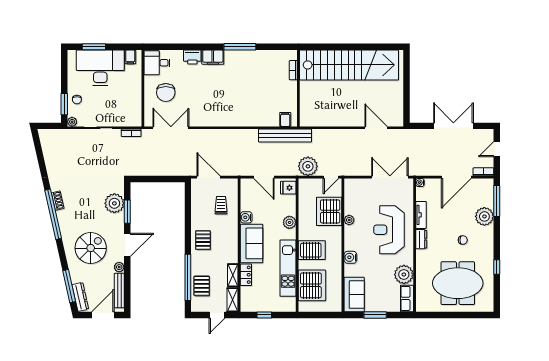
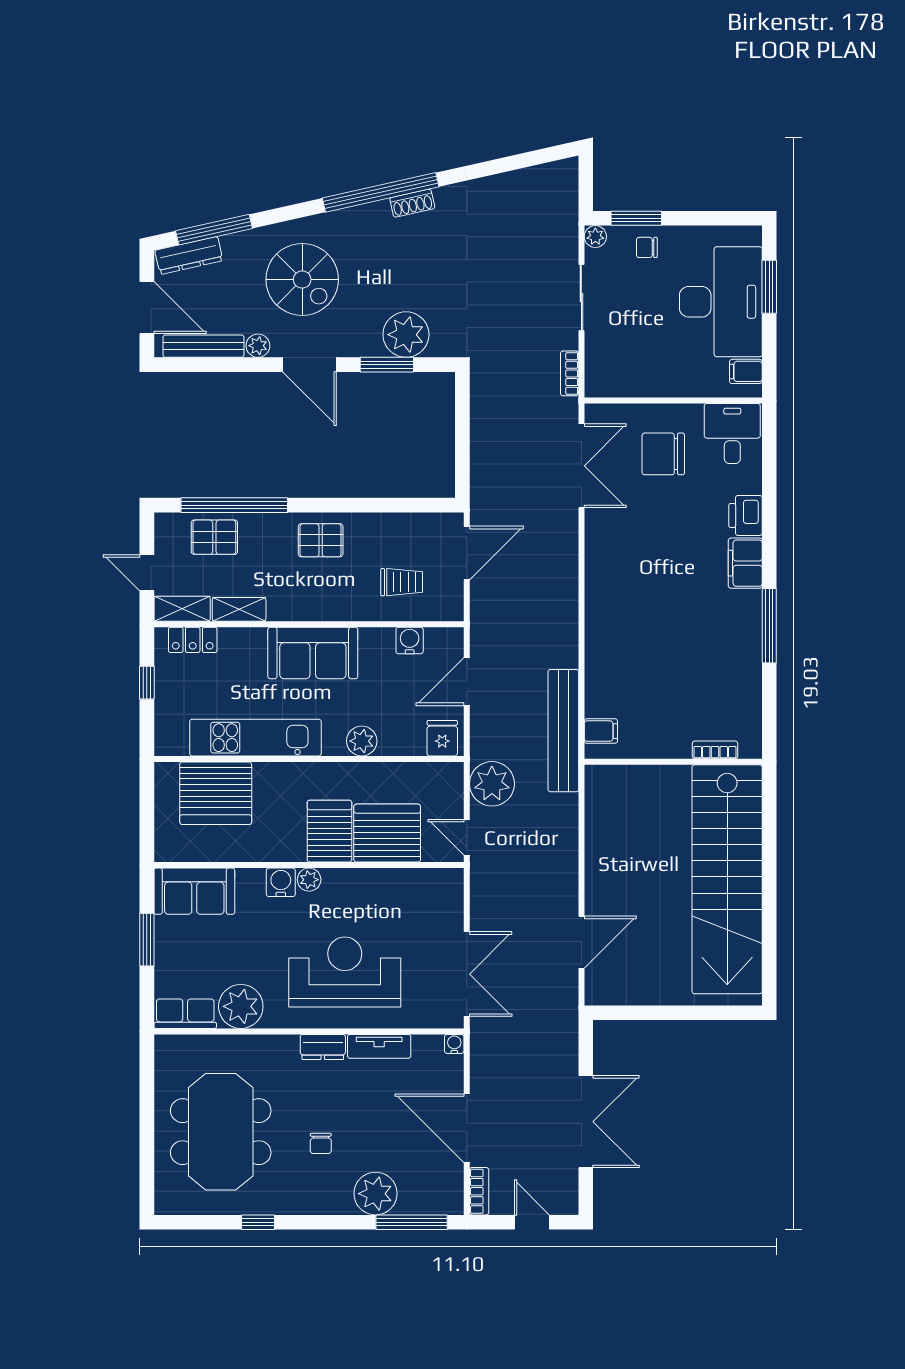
water cooler: (246, 217) -> (410, 640), moved
plant: (349, 220) -> (309, 880), moved
server rack: (312, 250) -> (329, 831), moved, turned 180
locker: (246, 275) -> (193, 640), moved

